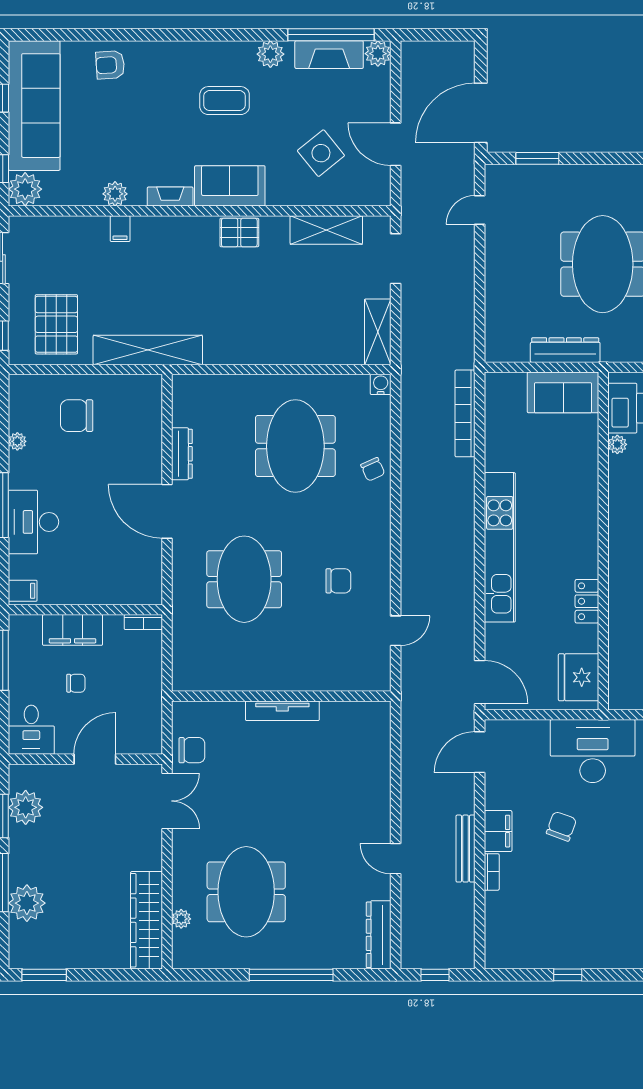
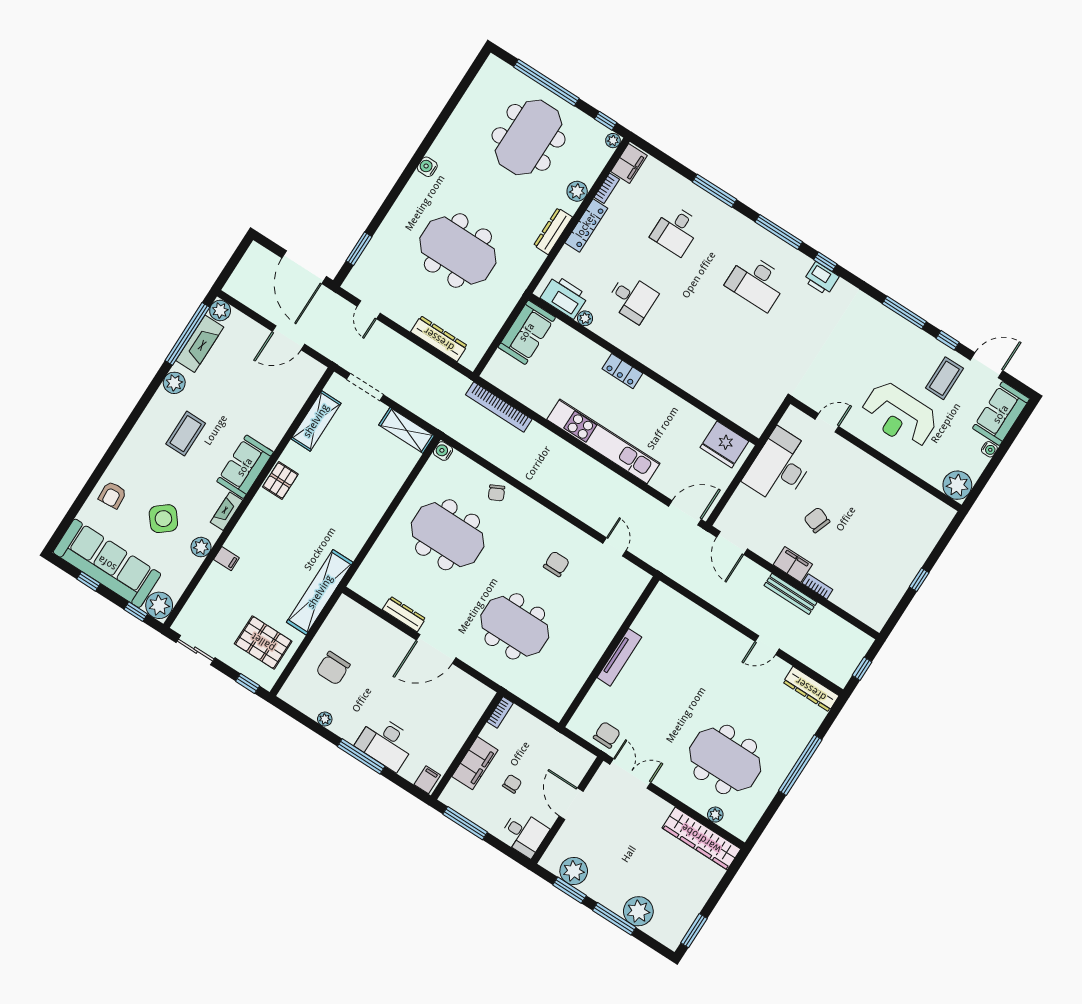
side table: (321, 153) -> (163, 519), moved
dresser: (565, 350) -> (439, 339), moved, turned 90
chair: (373, 469) -> (496, 493), turned 88
locker: (587, 601) -> (622, 371), moved

